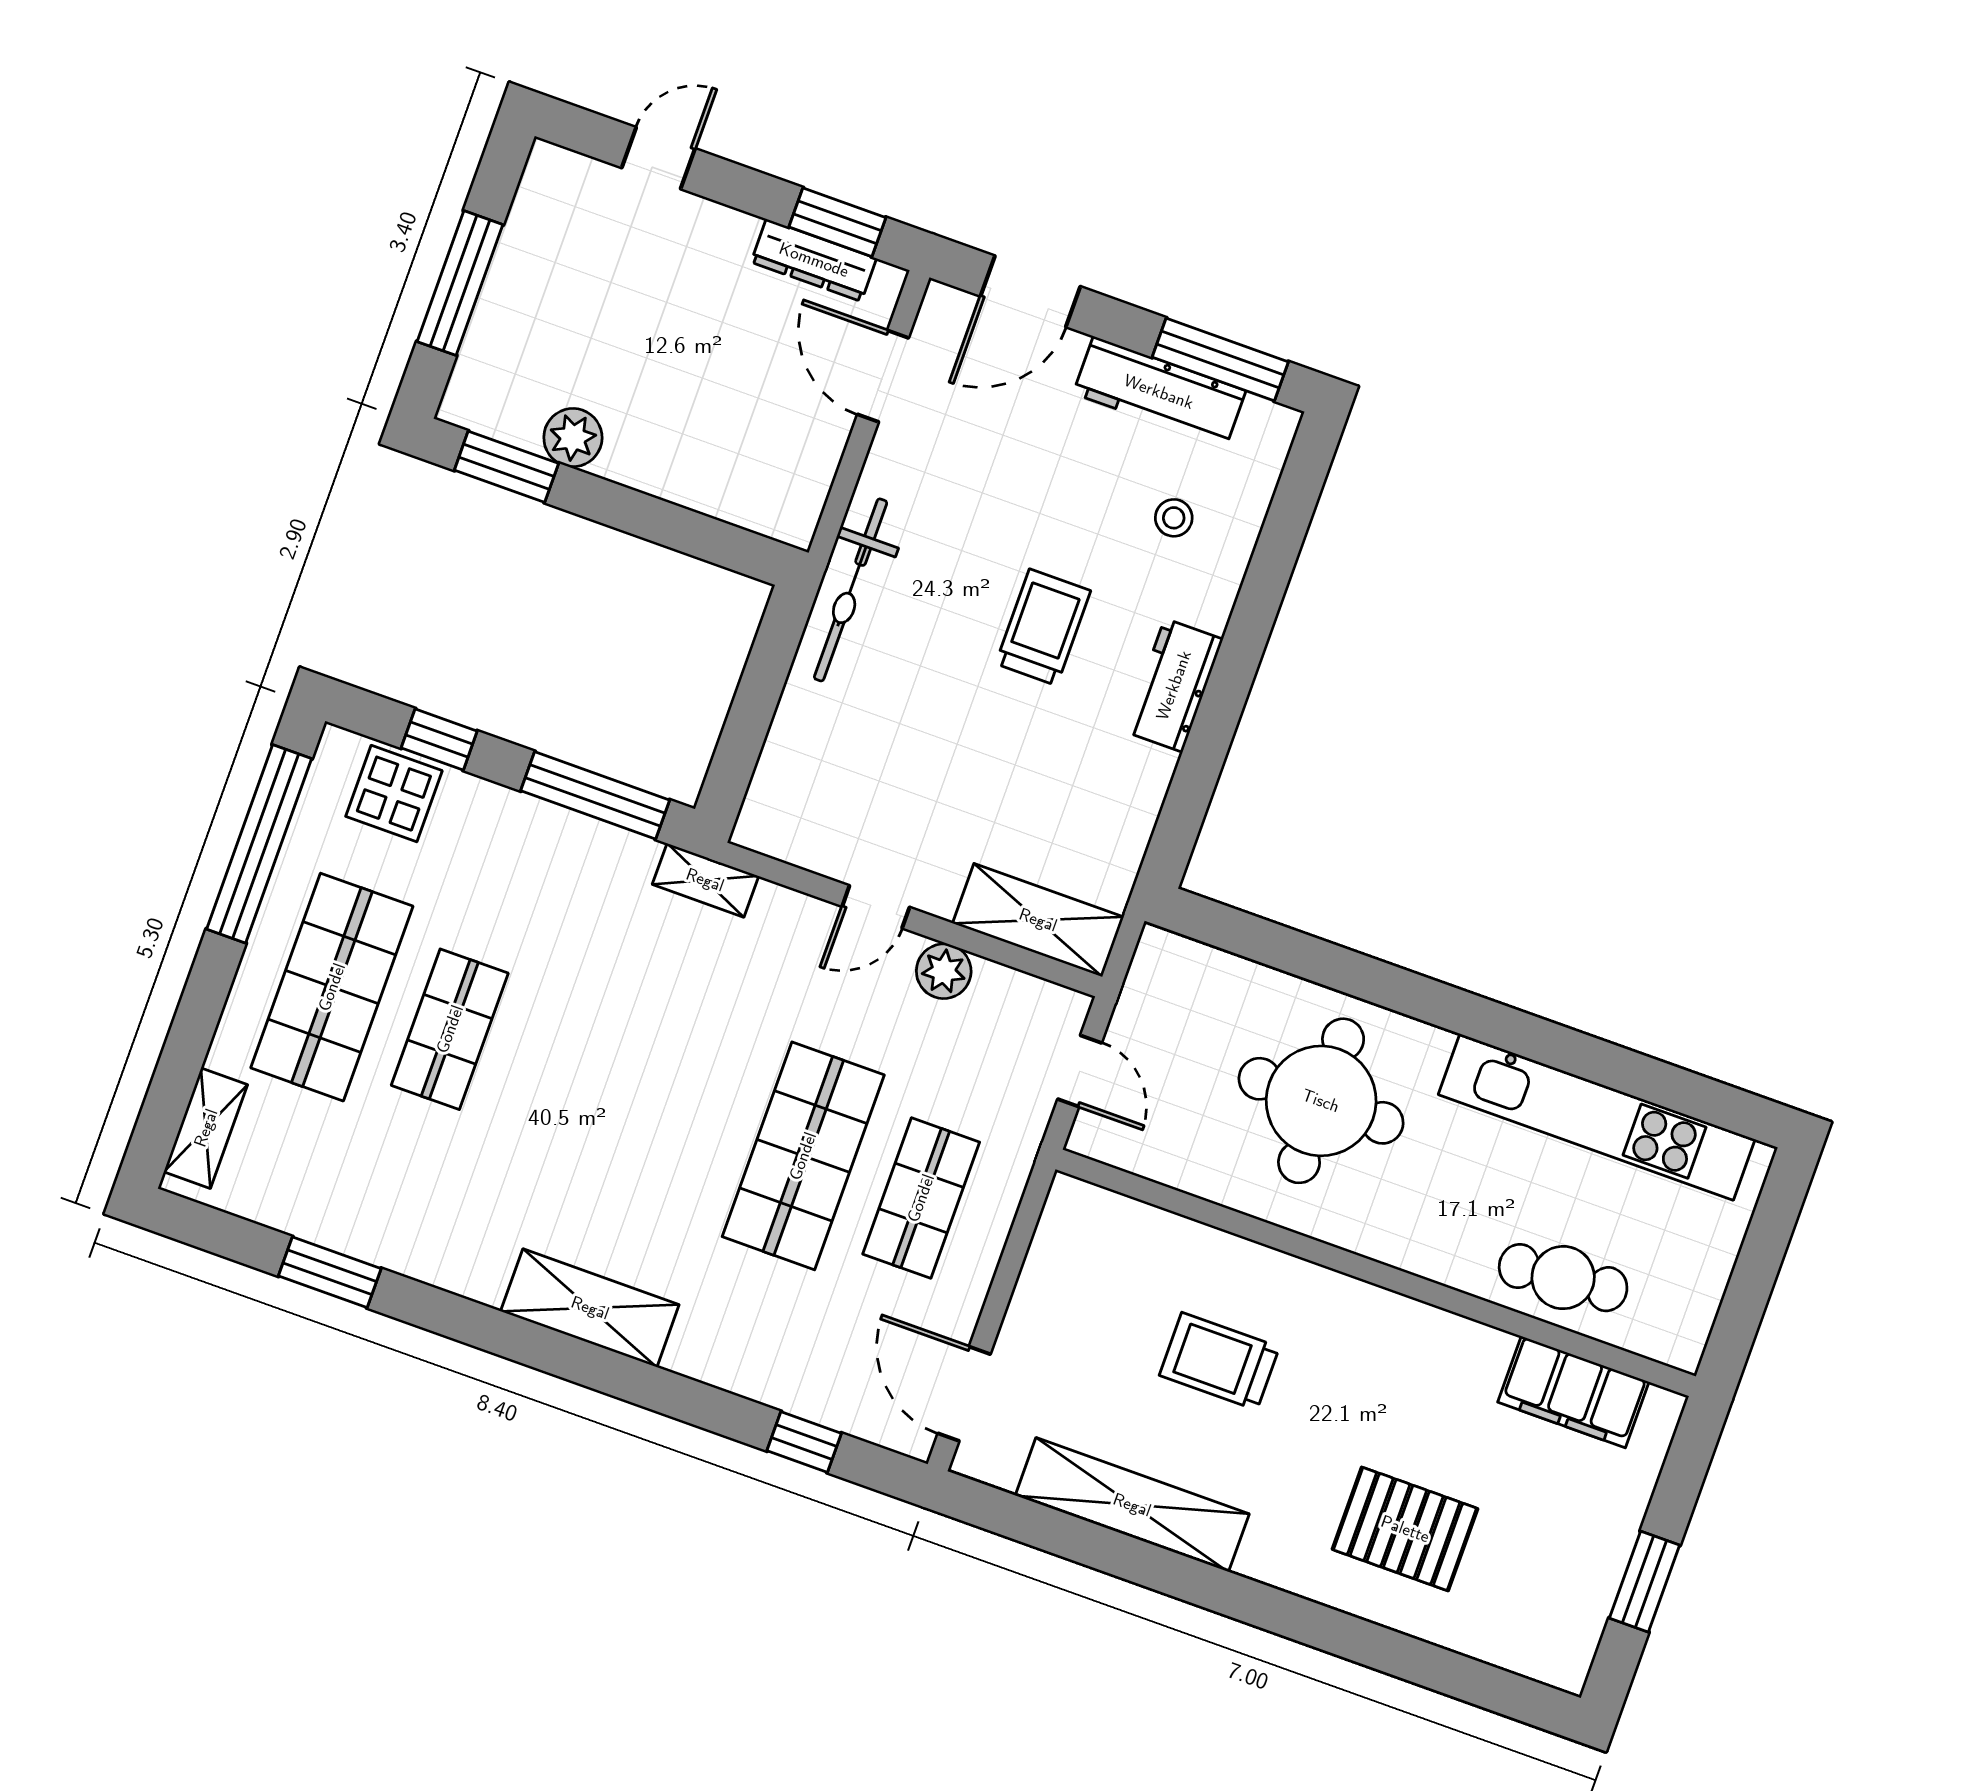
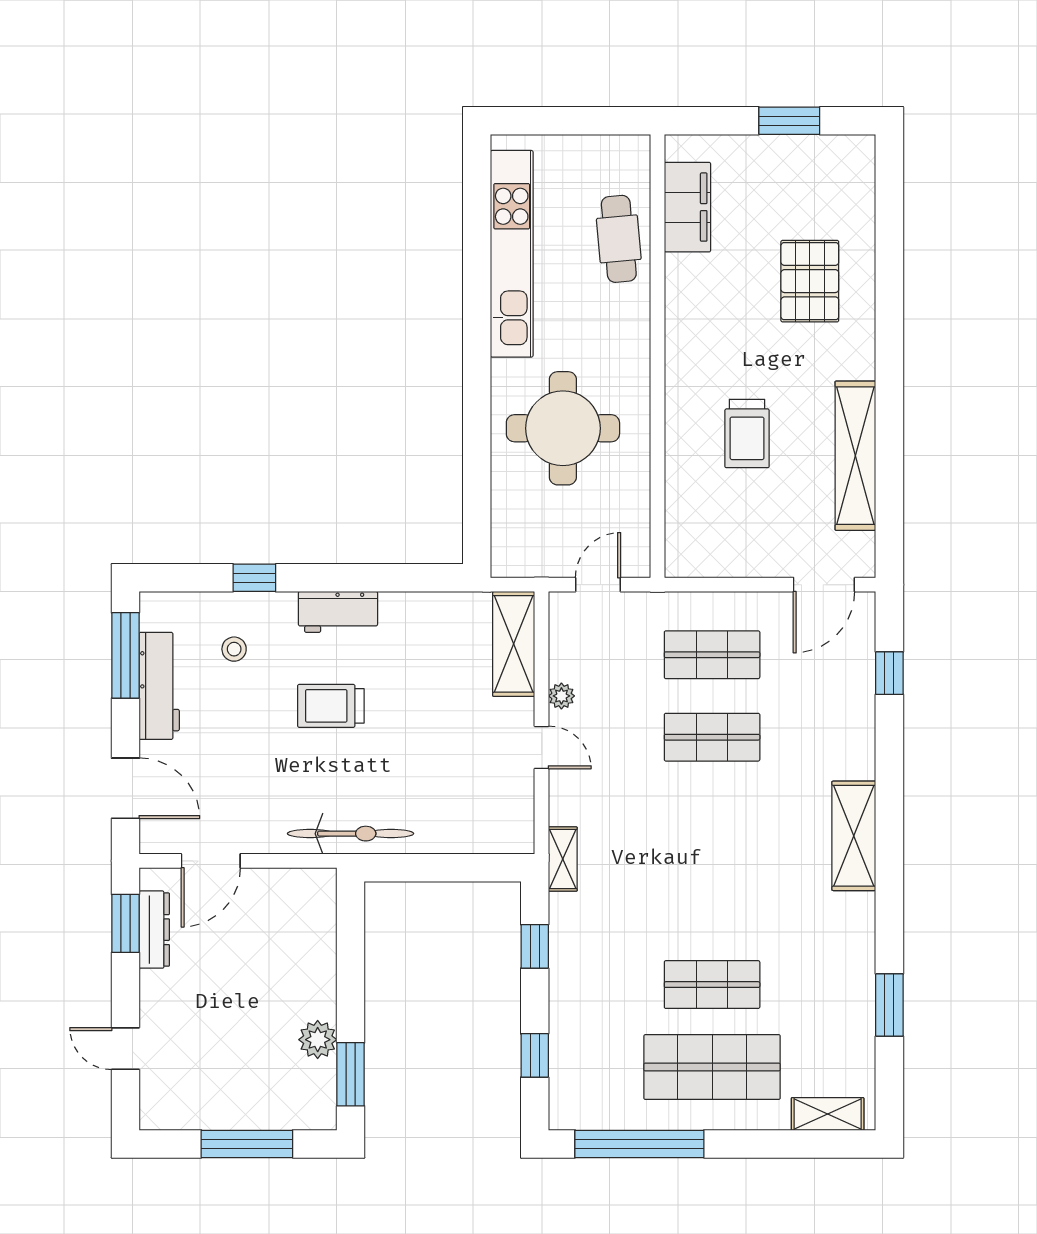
window: (1265, 583) -> (254, 578), added
display table: (394, 794) -> (578, 1071), removed
window: (595, 795) -> (535, 946), width x0.46
plant: (944, 971) -> (561, 696), width x0.73, depth x0.73
shop shelf: (803, 1156) -> (712, 737), width x0.70, depth x0.74

